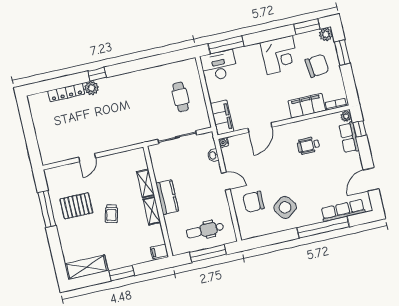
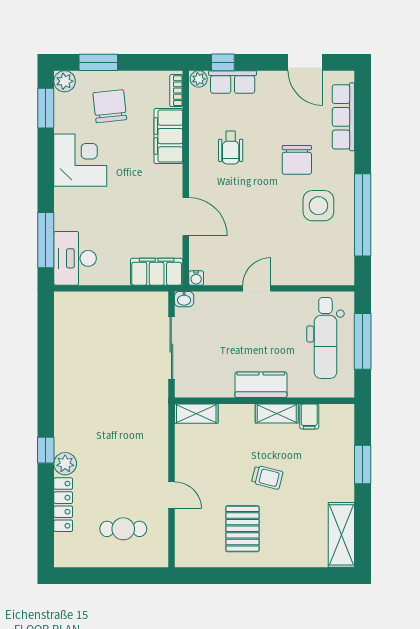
cafe table: (181, 97) -> (123, 529), moved
washbasin: (213, 155) -> (184, 299), moved
shelving: (146, 183) -> (196, 414), moved
chair: (254, 202) -> (297, 160), moved
side table: (285, 207) -> (318, 206), turned 37
window: (47, 209) -> (237, 576), removed
window: (323, 227) -> (363, 215), moved
dental chair: (205, 230) -> (325, 338), width x1.36, depth x1.38
filing cabinet: (159, 251) -> (309, 416), moved
window: (122, 273) -> (363, 465), moved

